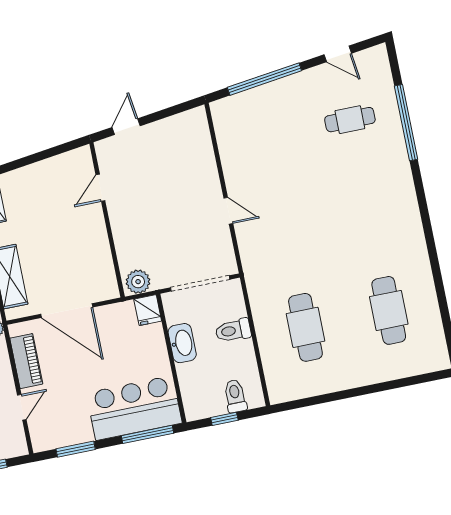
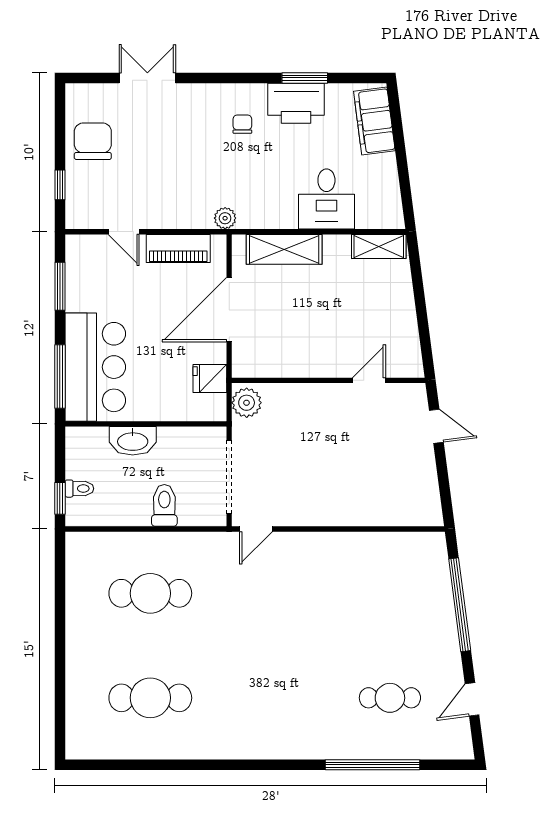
cafe table: (350, 120) -> (390, 698), turned 90
door: (100, 188) -> (369, 380), hinge flipped
door: (228, 211) -> (256, 529), moved
fridge: (148, 310) -> (210, 378), moved
washbasin: (182, 343) -> (133, 441), moved
toilet: (235, 396) -> (79, 489), width x0.73, depth x0.72
window: (224, 419) -> (60, 498), moved

